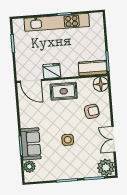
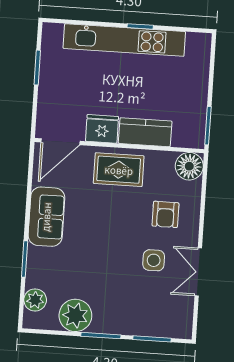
kitchen counter: (93, 68) -> (145, 132), moved
door: (31, 81) -> (60, 142), hinge flipped
armchair: (92, 111) -> (165, 214), turned 99
side table: (68, 140) -> (154, 260), moved
sofa: (31, 144) -> (46, 217), moved
plant: (106, 168) -> (75, 315), moved

